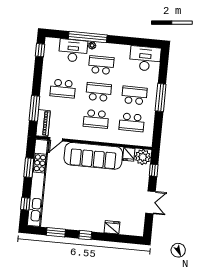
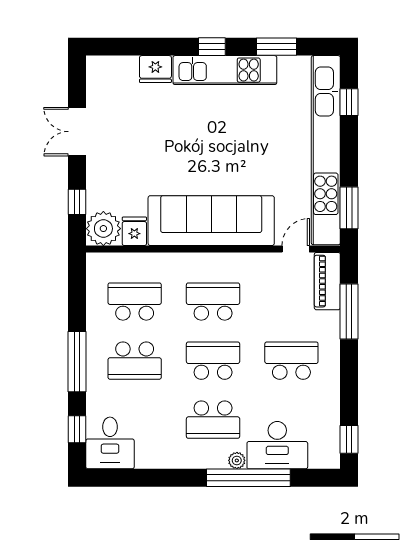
desk: (145, 59) -> (110, 443), width x0.73
window: (164, 67) -> (77, 429), added
school desk: (99, 92) -> (213, 361), turned 180
window: (29, 168) -> (349, 208), moved
kitchen unit: (80, 224) -> (225, 70), added

